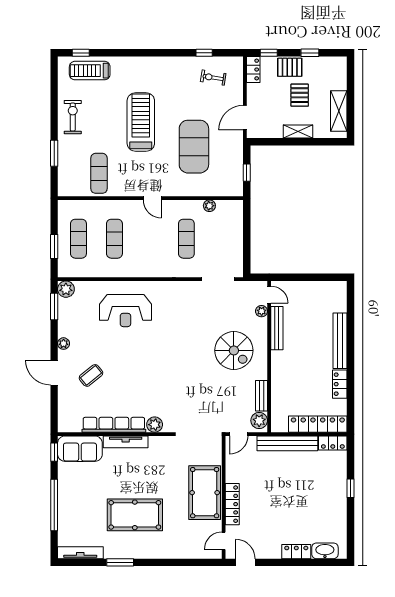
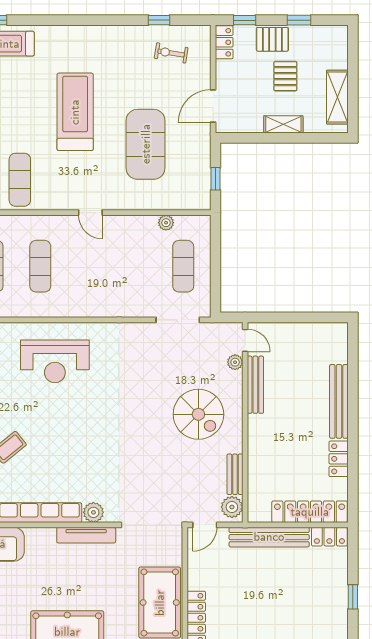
exercise mat: (186, 239) -> (183, 266), moved
tv unit: (126, 442) -> (86, 535), moved

